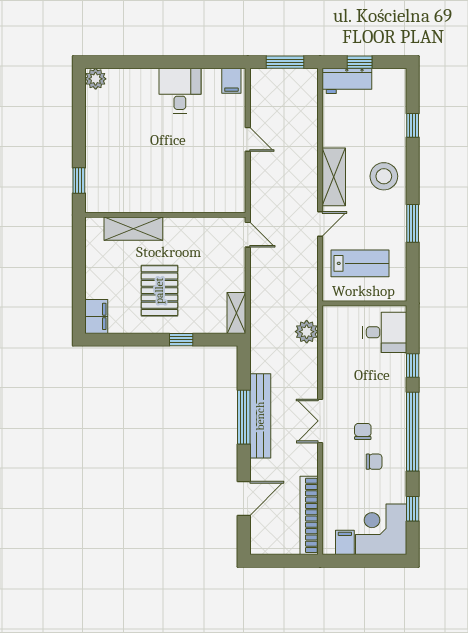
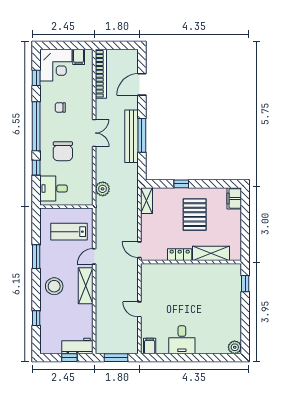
locker: (183, 227) -> (180, 255), added
chair: (363, 431) -> (63, 151), moved, width x1.87, depth x1.87

